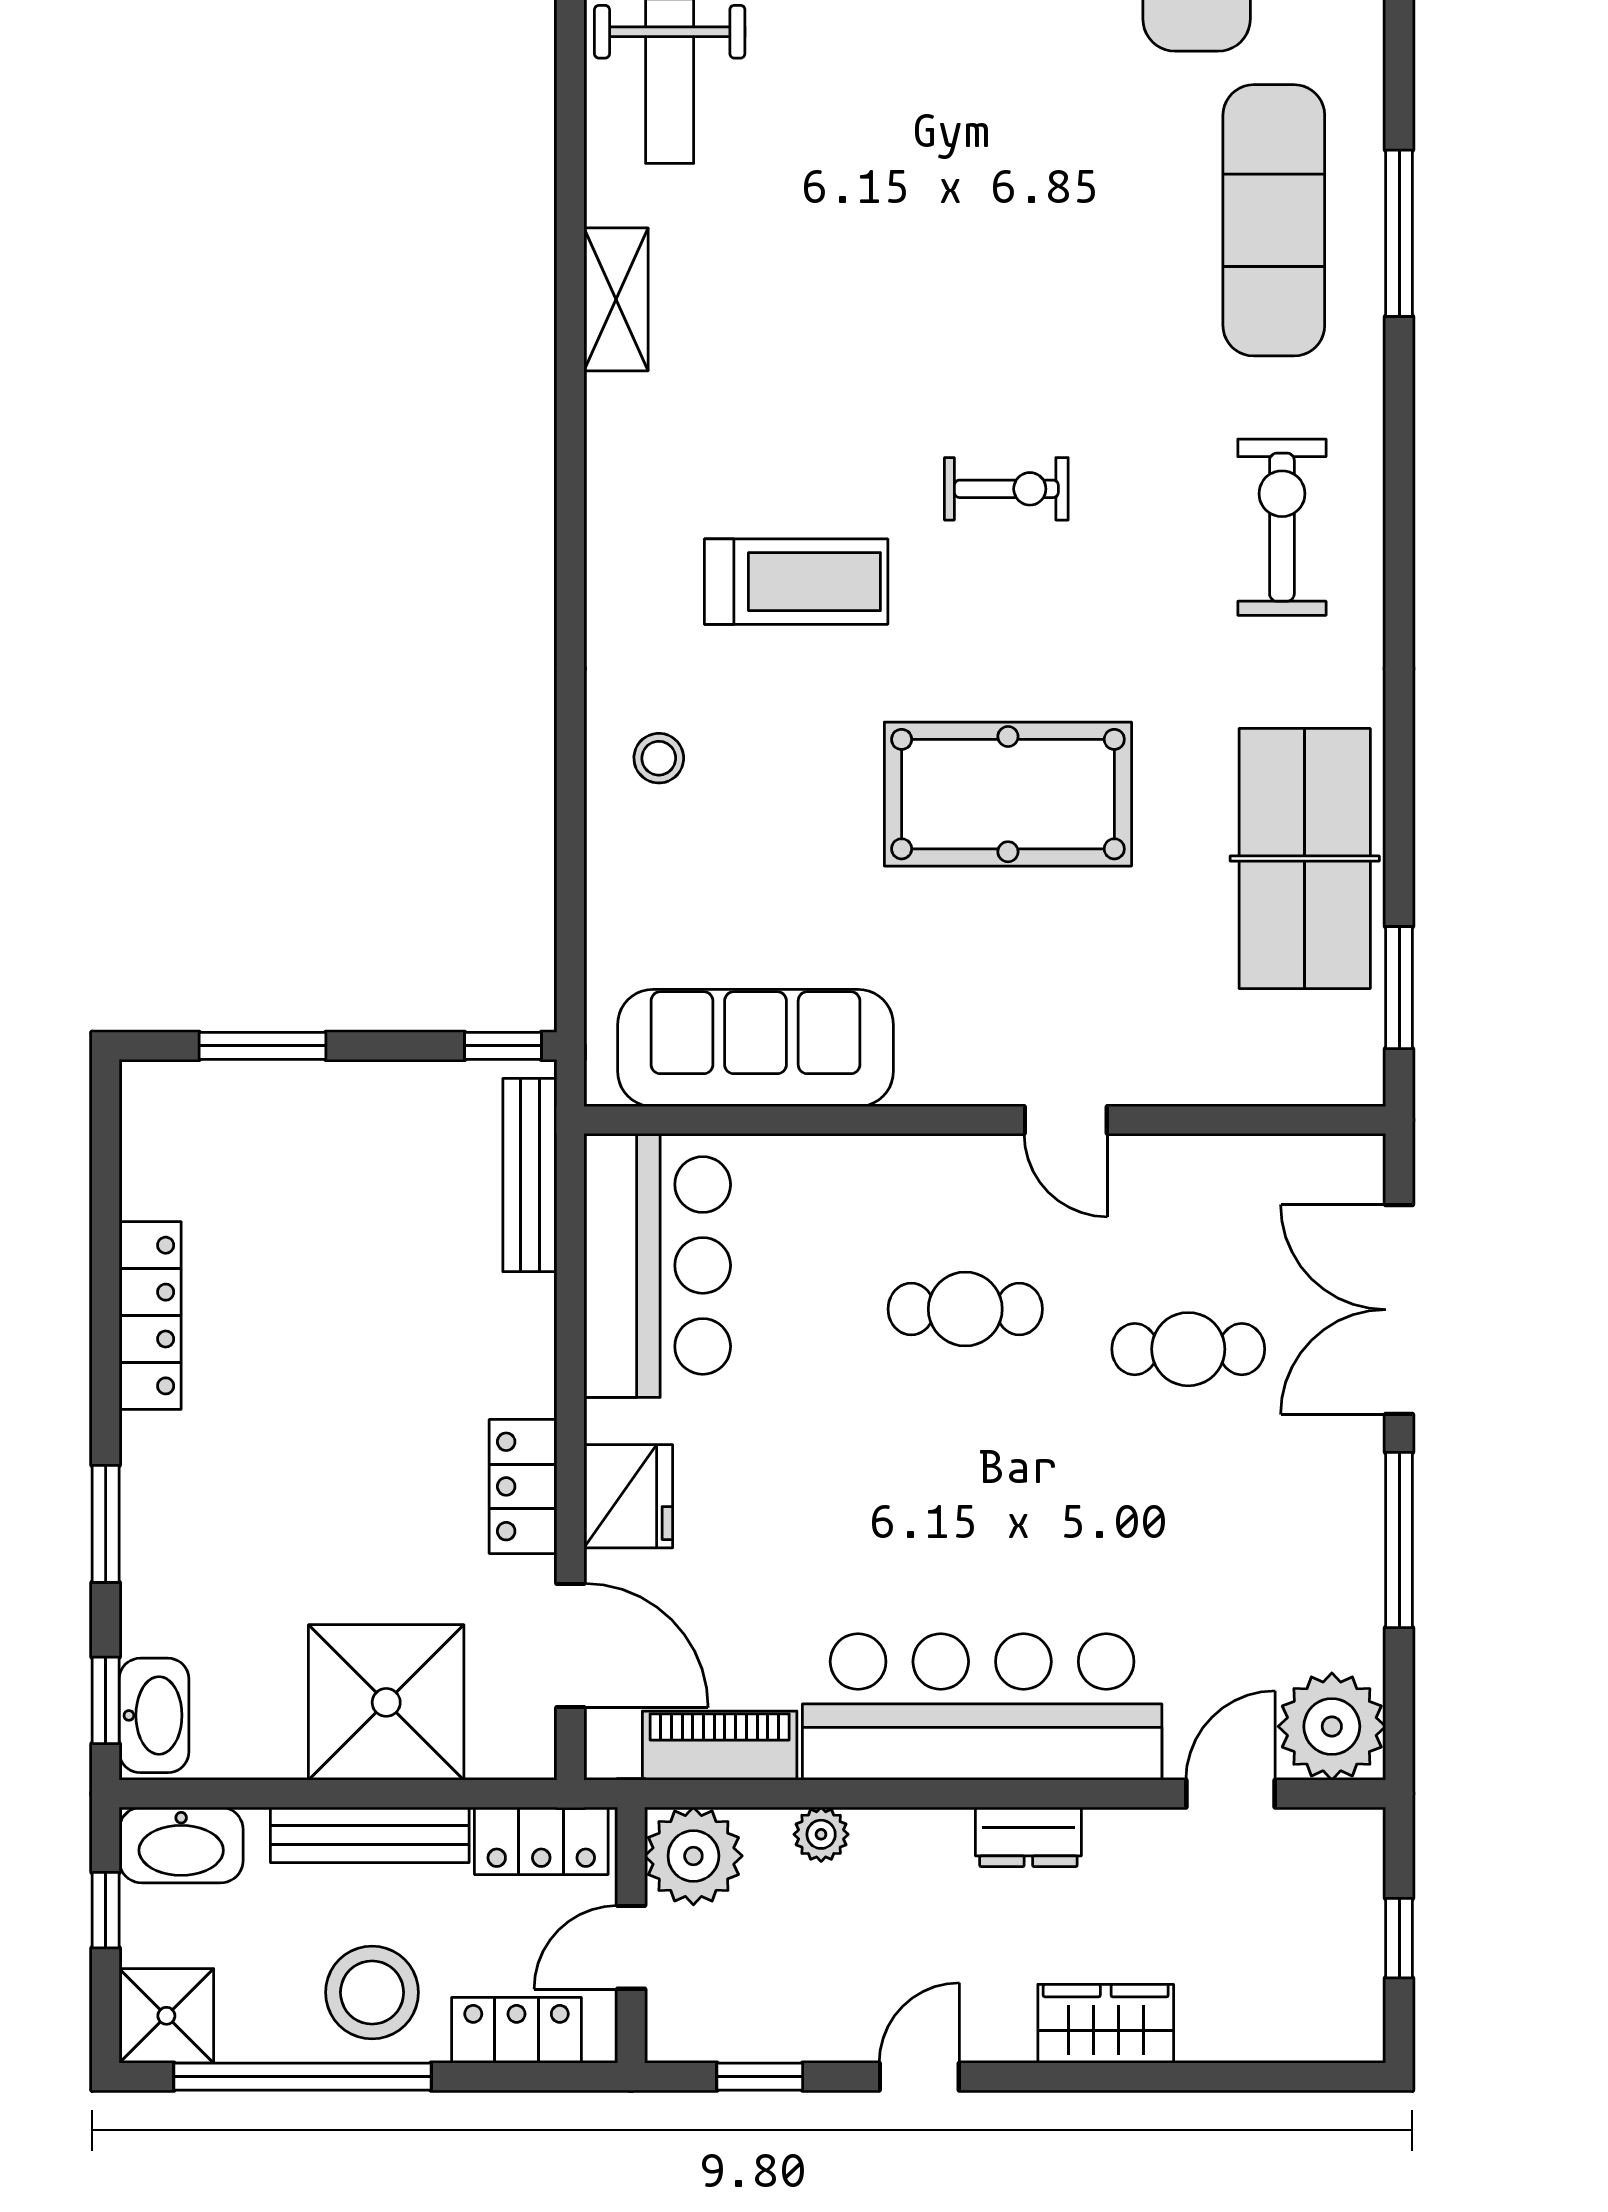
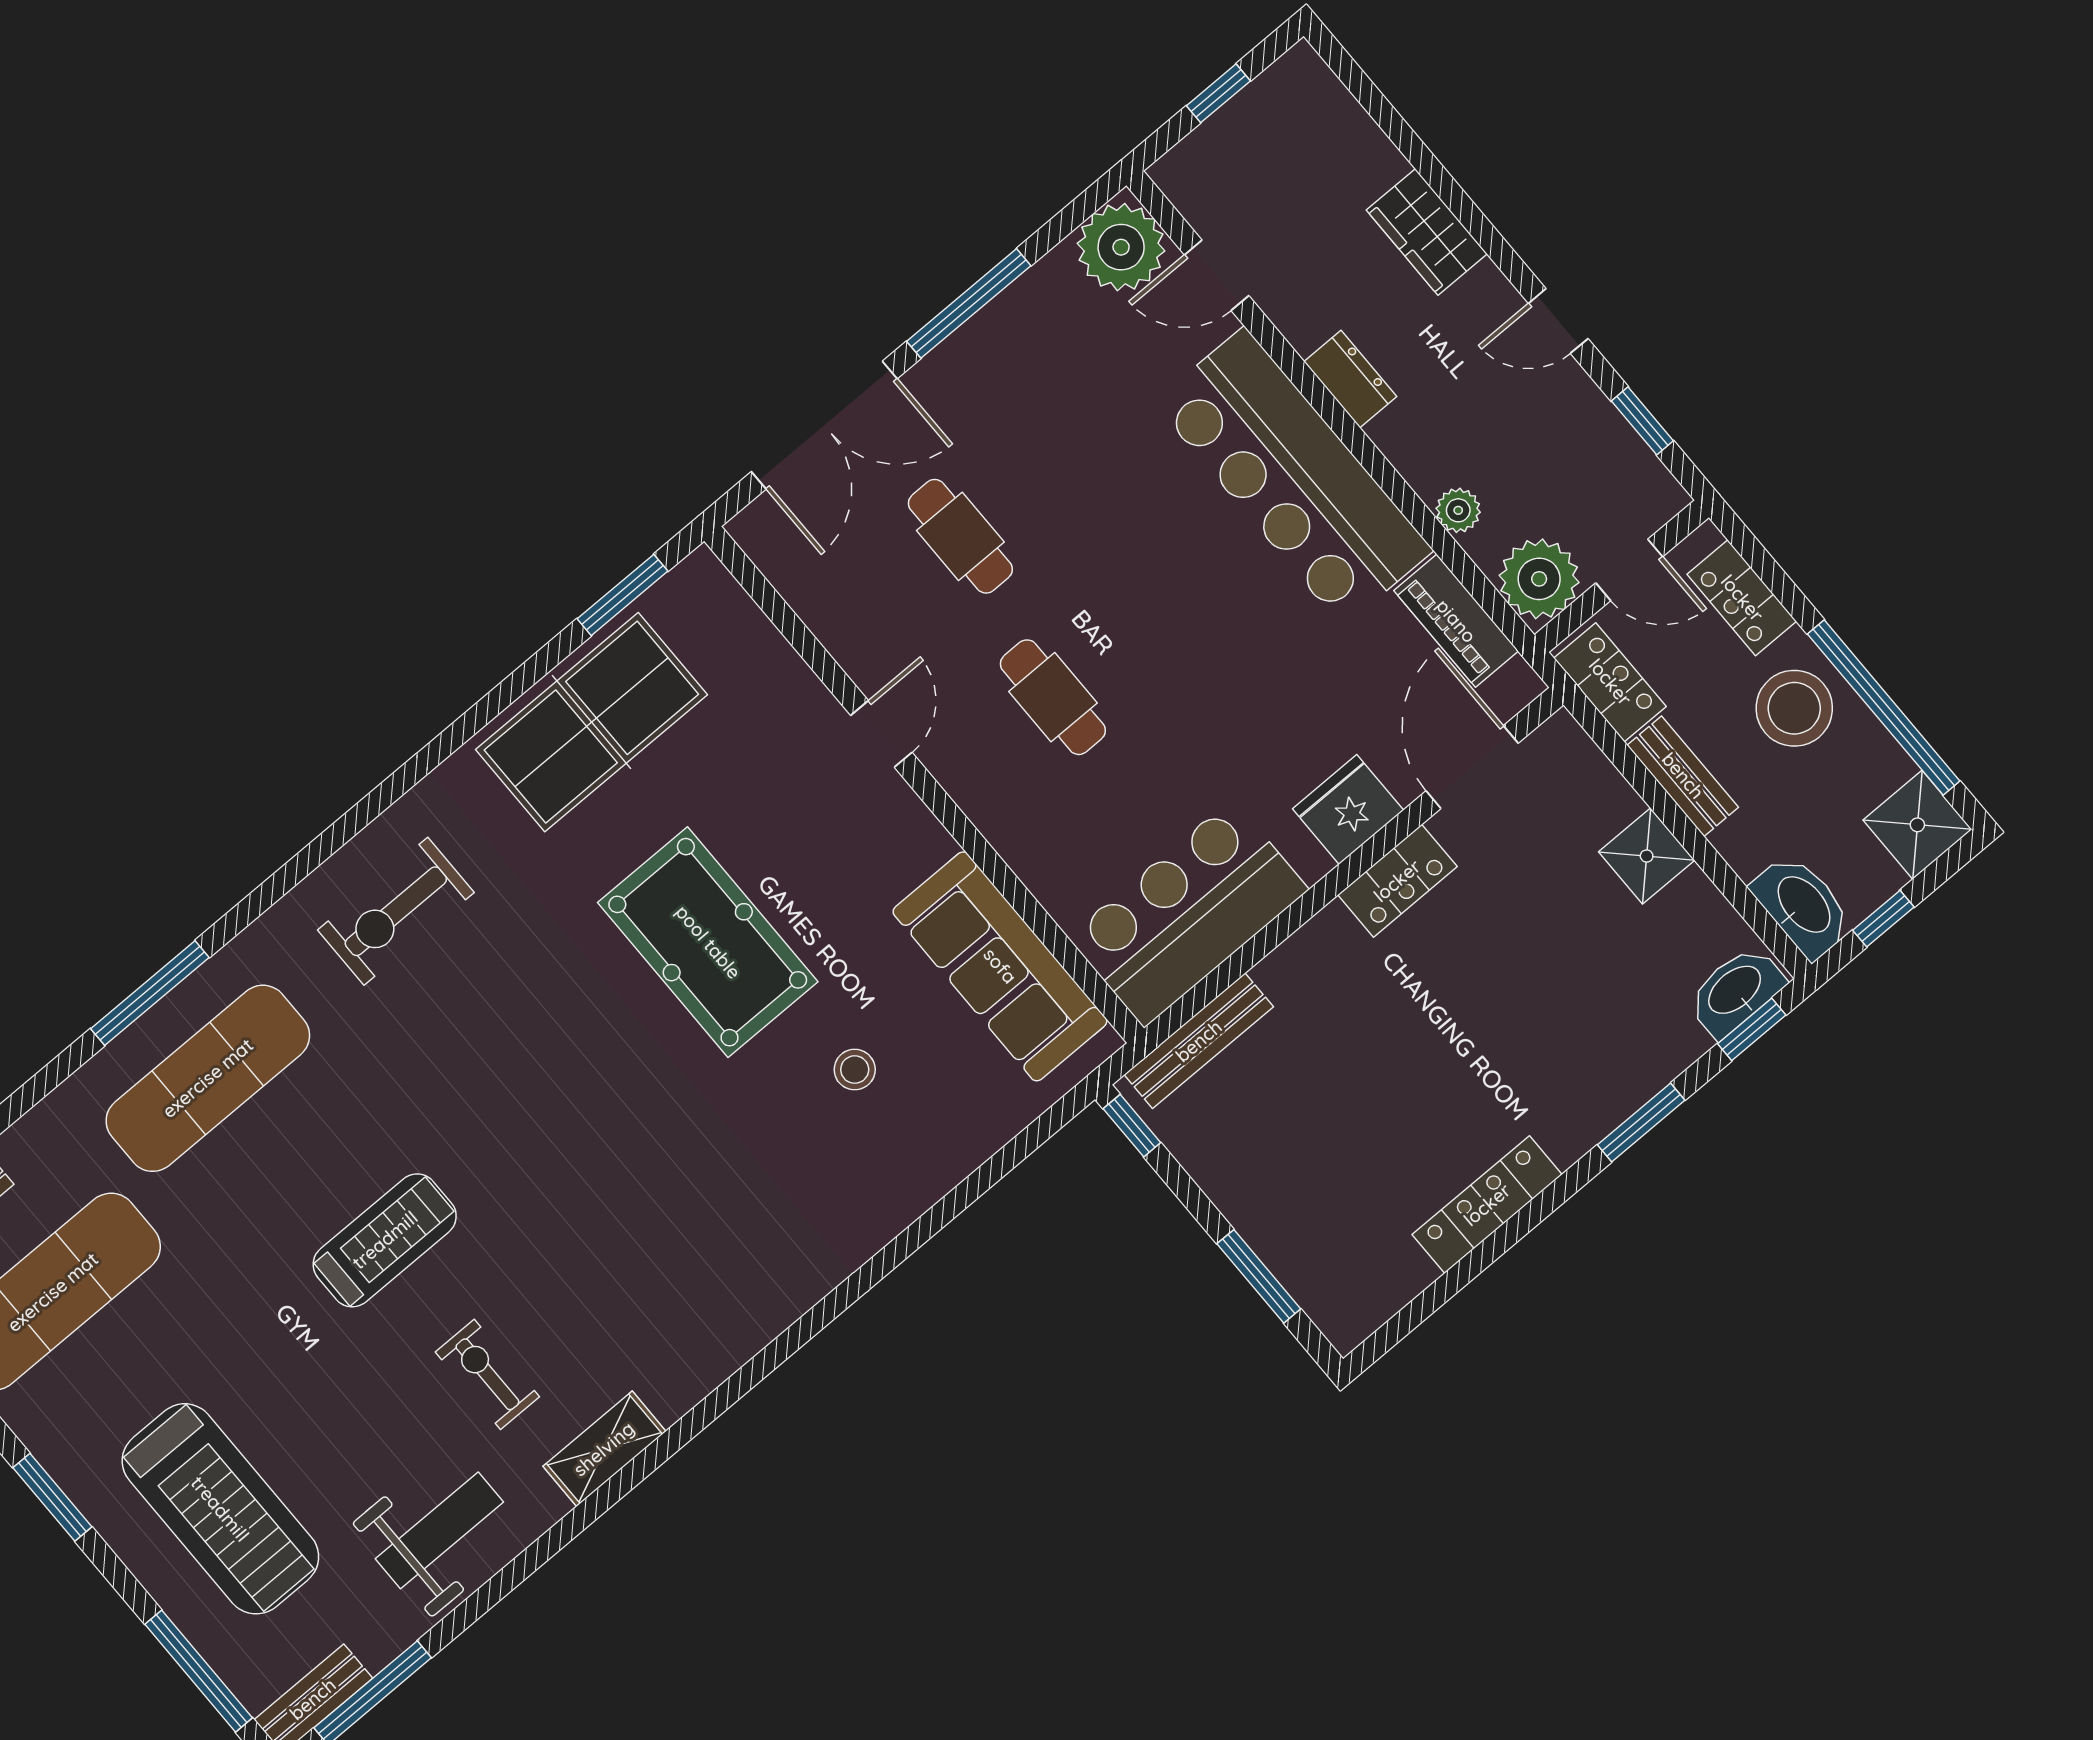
exercise bike: (1006, 489) -> (487, 1374), moved
treadmill: (796, 582) -> (385, 1240), moved, turned 90
stool: (659, 758) -> (855, 1070), moved
shower: (386, 1702) -> (1647, 856), width x0.54, depth x0.54
bench: (370, 1835) -> (1683, 776), width x0.73

